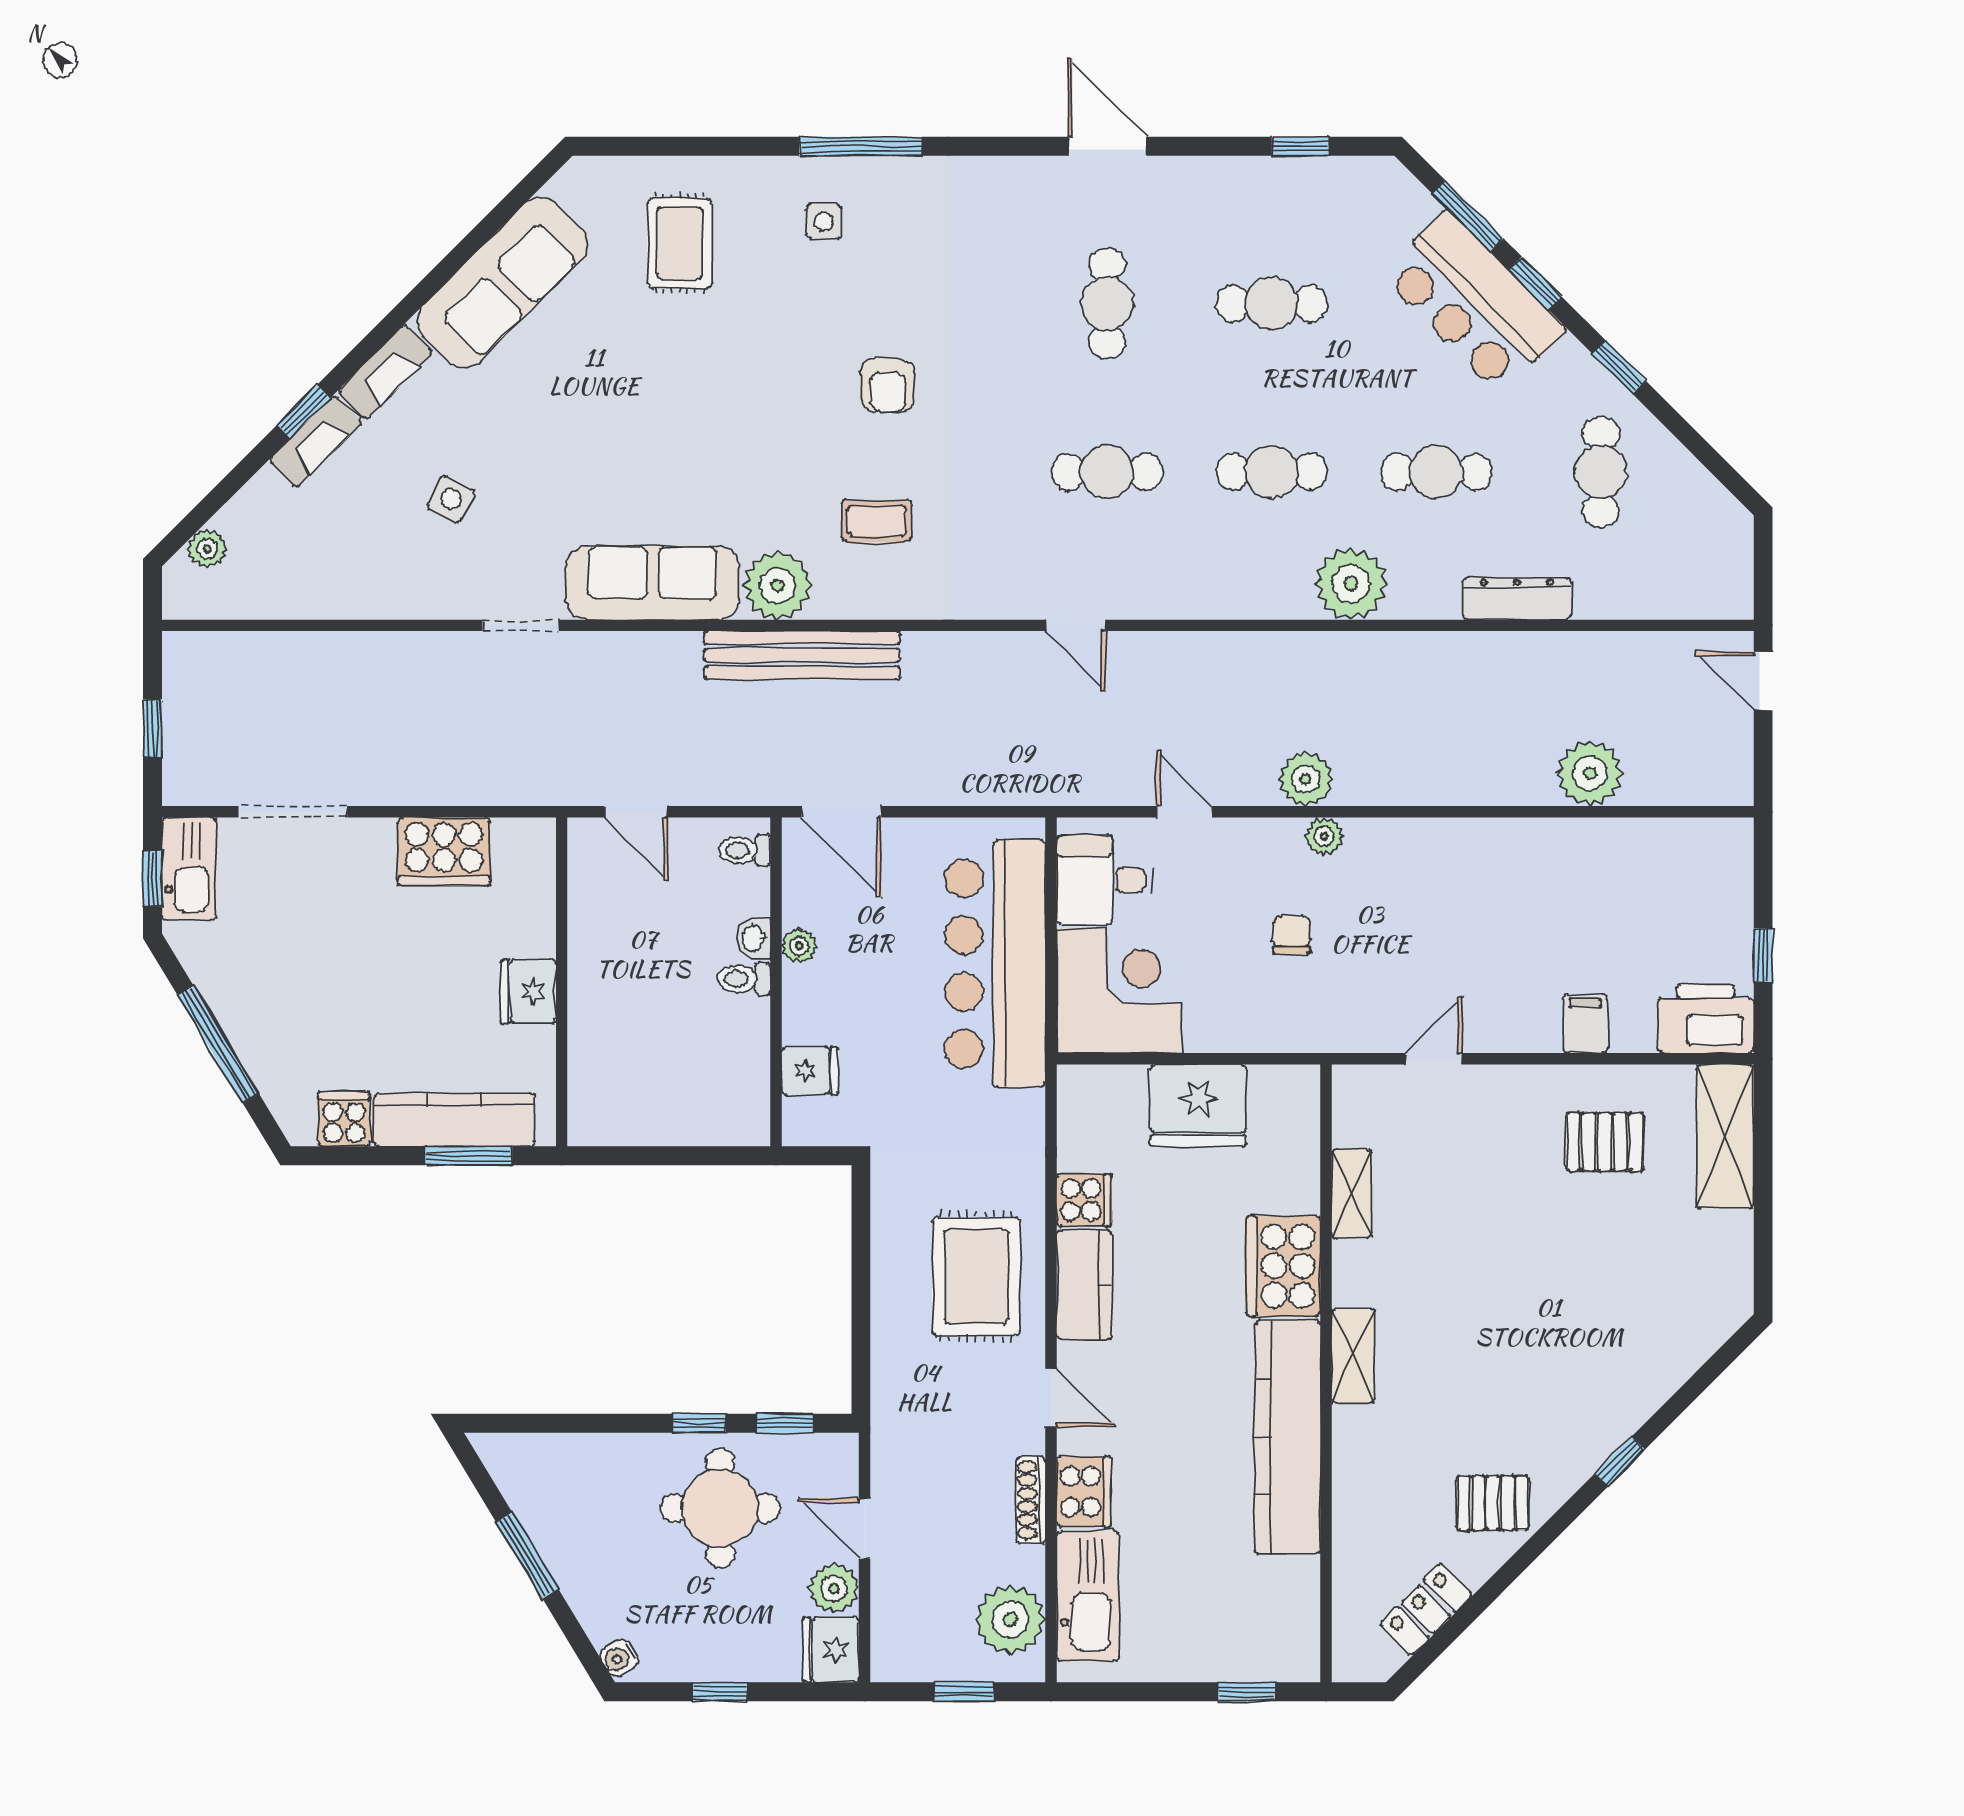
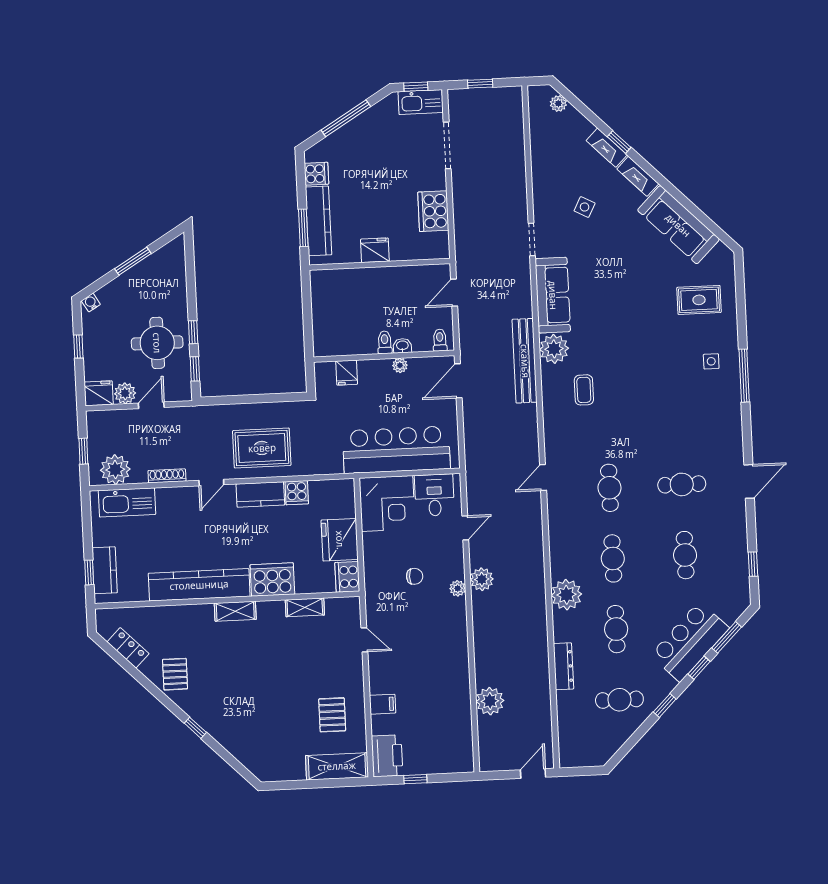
armchair: (887, 385) -> (642, 392), removed
cooker: (1084, 1492) -> (347, 577), moved, turned 90
kitchen counter: (1244, 1655) -> (105, 570), added

